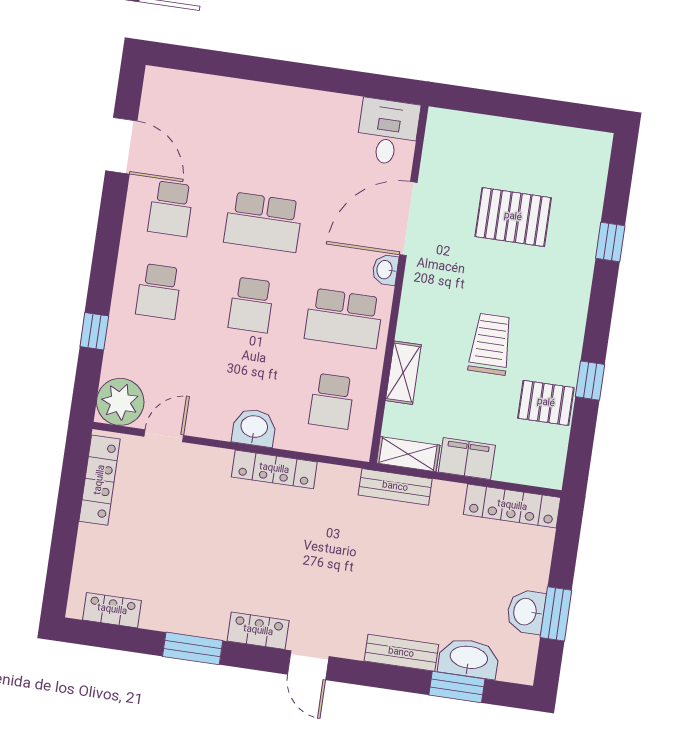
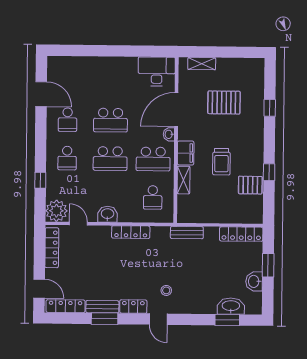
desk: (388, 132) -> (157, 71), width x1.37
school desk: (251, 305) -> (110, 159), width x1.85
trolley: (490, 344) -> (221, 162), turned 180
washbasin: (254, 428) -> (108, 214), moved
door: (164, 436) -> (78, 224), hinge flipped
shelving: (408, 454) -> (202, 64), moved
filing cabinet: (467, 459) -> (186, 153), moved, turned 90
door: (60, 565) -> (39, 289), added
stool: (334, 606) -> (166, 290), added
locker: (112, 610) -> (66, 306), width x1.53
window: (556, 614) -> (268, 265), moved
bench: (401, 653) -> (102, 307), moved

